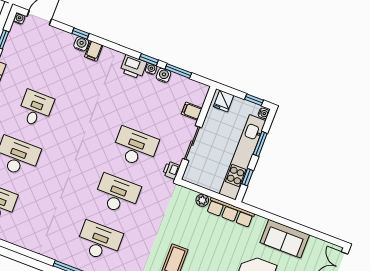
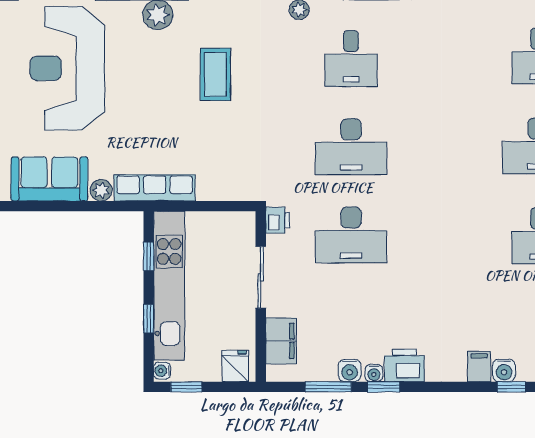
filing cabinet: (192, 111) -> (281, 341), width x2.00
window: (260, 144) -> (149, 319), width x0.67
plant: (202, 200) -> (101, 190), moved
desk: (99, 241) -> (351, 58), width x0.73

